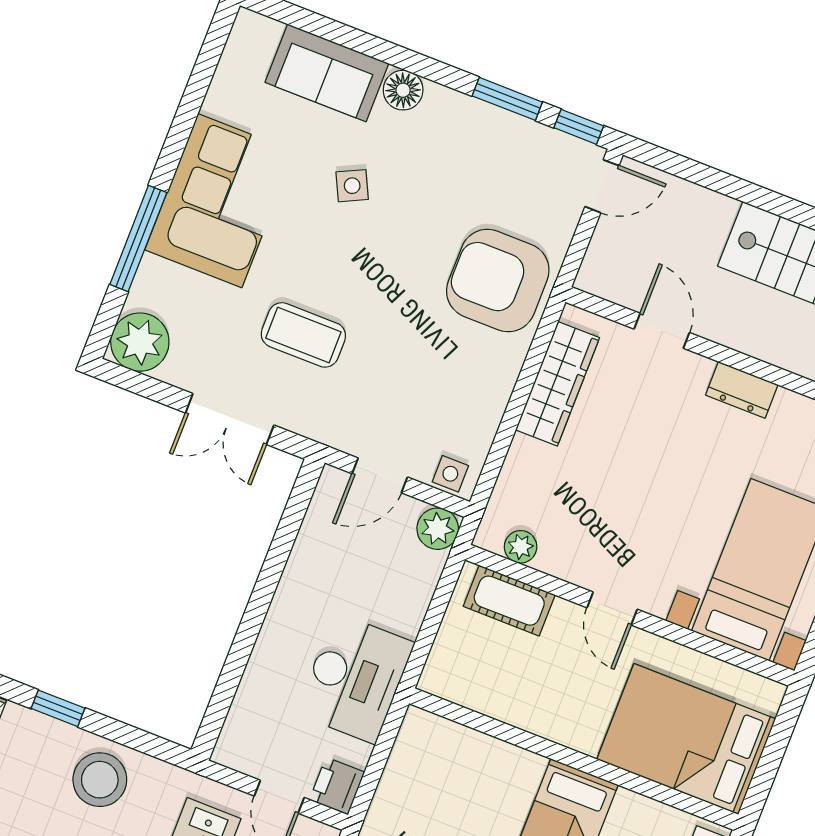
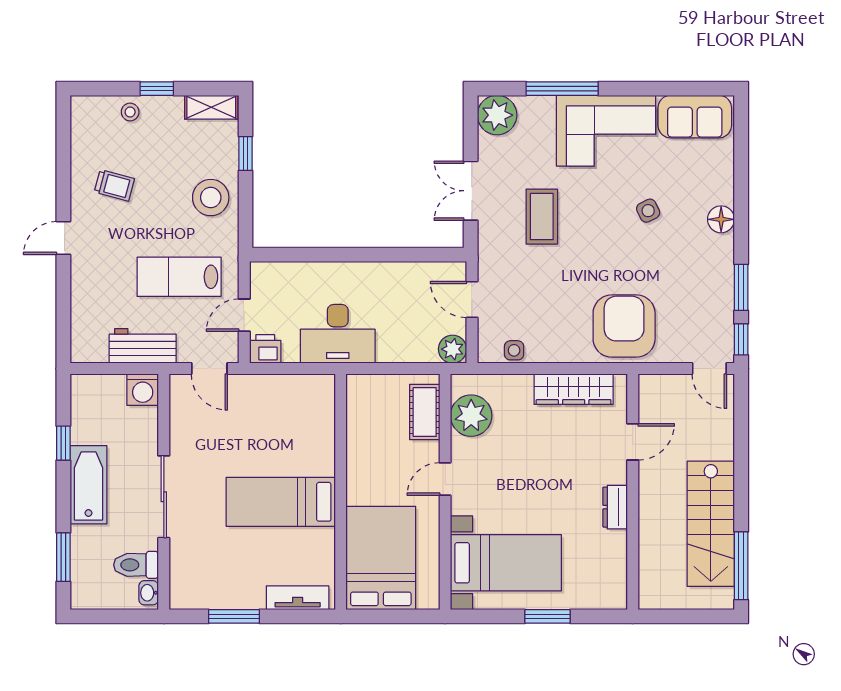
sofa: (327, 73) -> (695, 117), moved, turned -90
side table: (450, 474) -> (514, 350), moved
plant: (521, 547) -> (471, 416), width x1.88, depth x1.88

